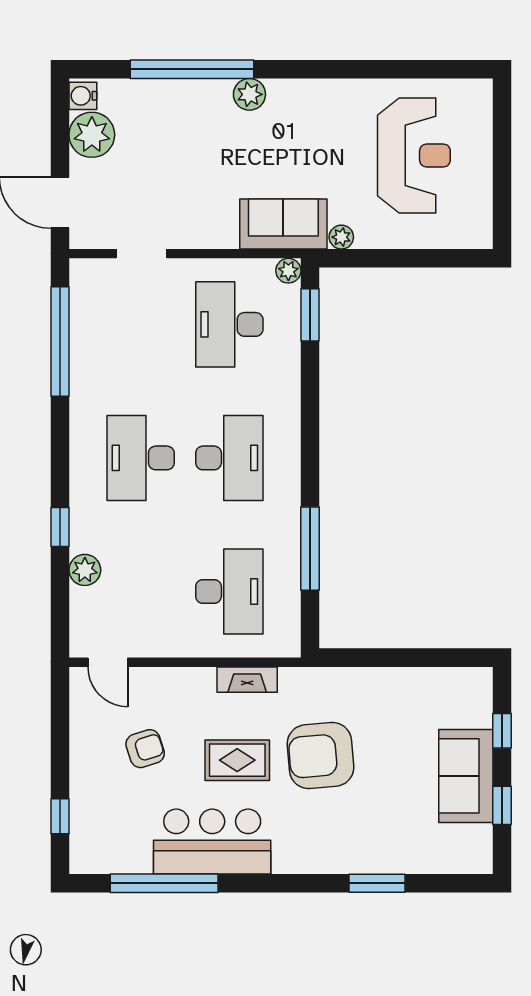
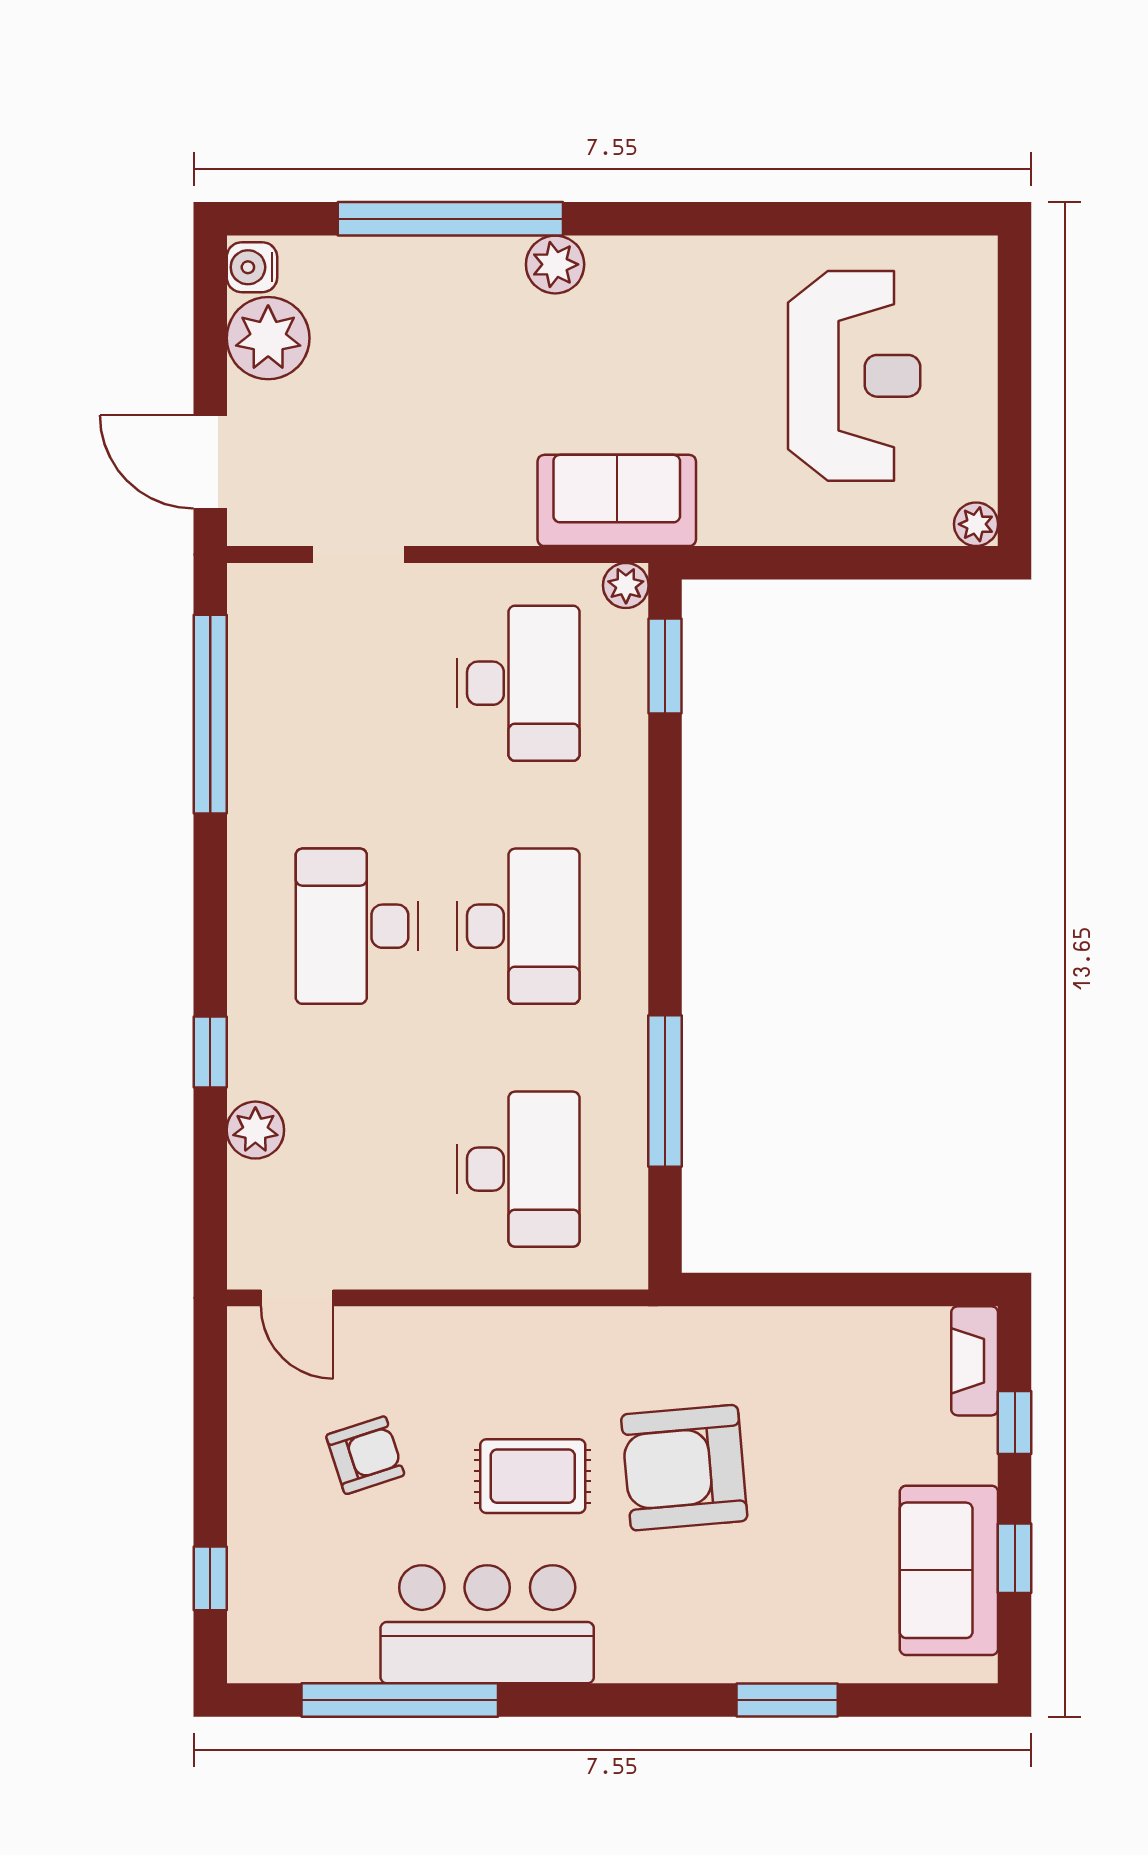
plant: (341, 237) -> (976, 524), moved
desk: (229, 324) -> (518, 683), turned 180
fireplace: (247, 680) -> (975, 1361), moved, turned 90
sofa: (466, 776) -> (949, 1570), moved

